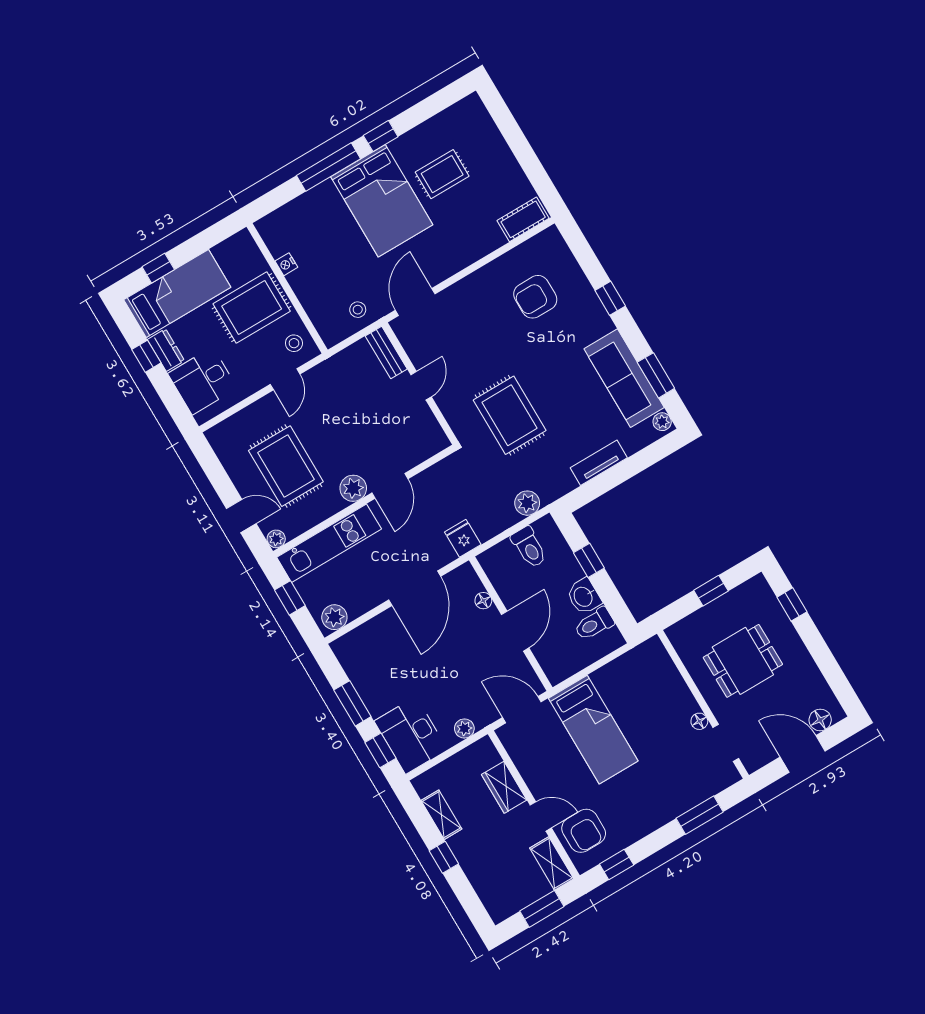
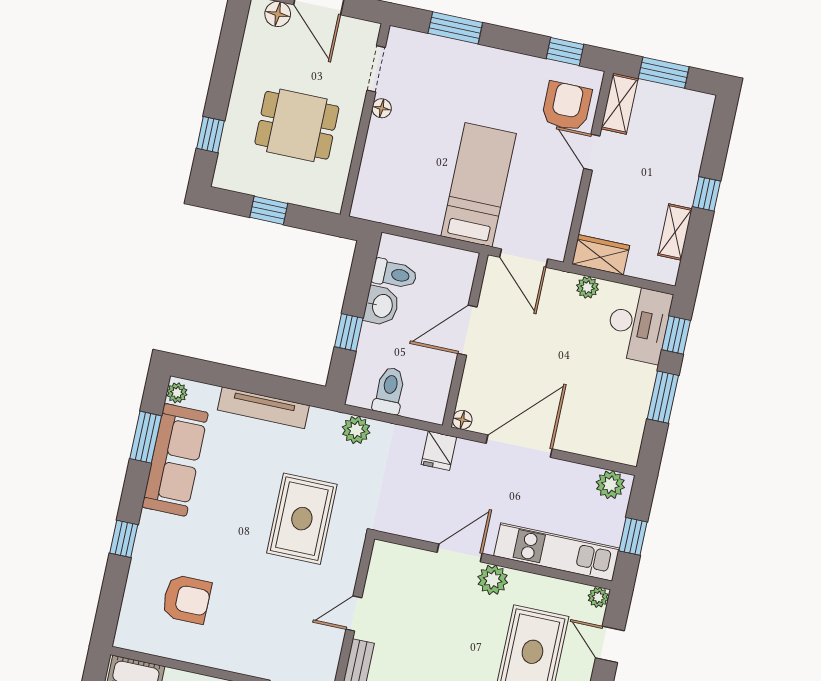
tv unit: (599, 463) -> (263, 408), width x1.41
floor lamp: (483, 601) -> (462, 420), moved
wardrobe: (504, 787) -> (601, 255), moved, turned -90

